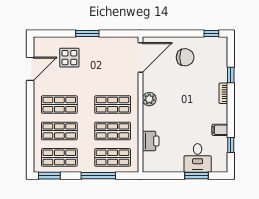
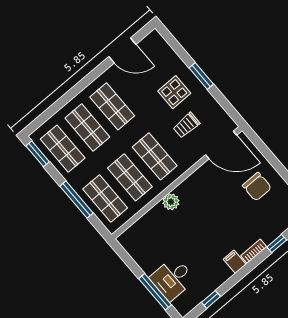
display table: (69, 58) -> (174, 92), moved
trolley: (110, 69) -> (186, 125), added
plant: (149, 99) -> (171, 202), moved
filing cabinet: (220, 130) -> (235, 262), moved
printer: (151, 141) -> (151, 221), removed
window: (196, 176) -> (155, 292), width x1.44

